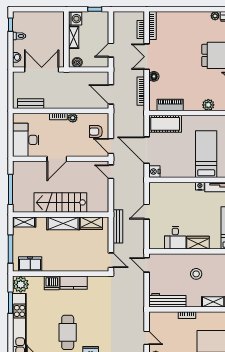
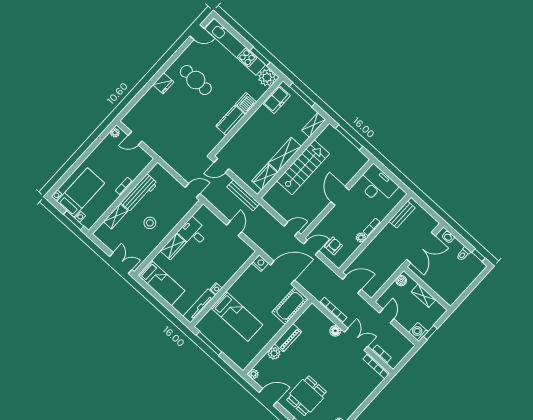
washing machine: (75, 19) -> (418, 332), moved, turned 90
piano: (170, 105) -> (288, 338), moved
workbench: (167, 300) -> (139, 193), moved

